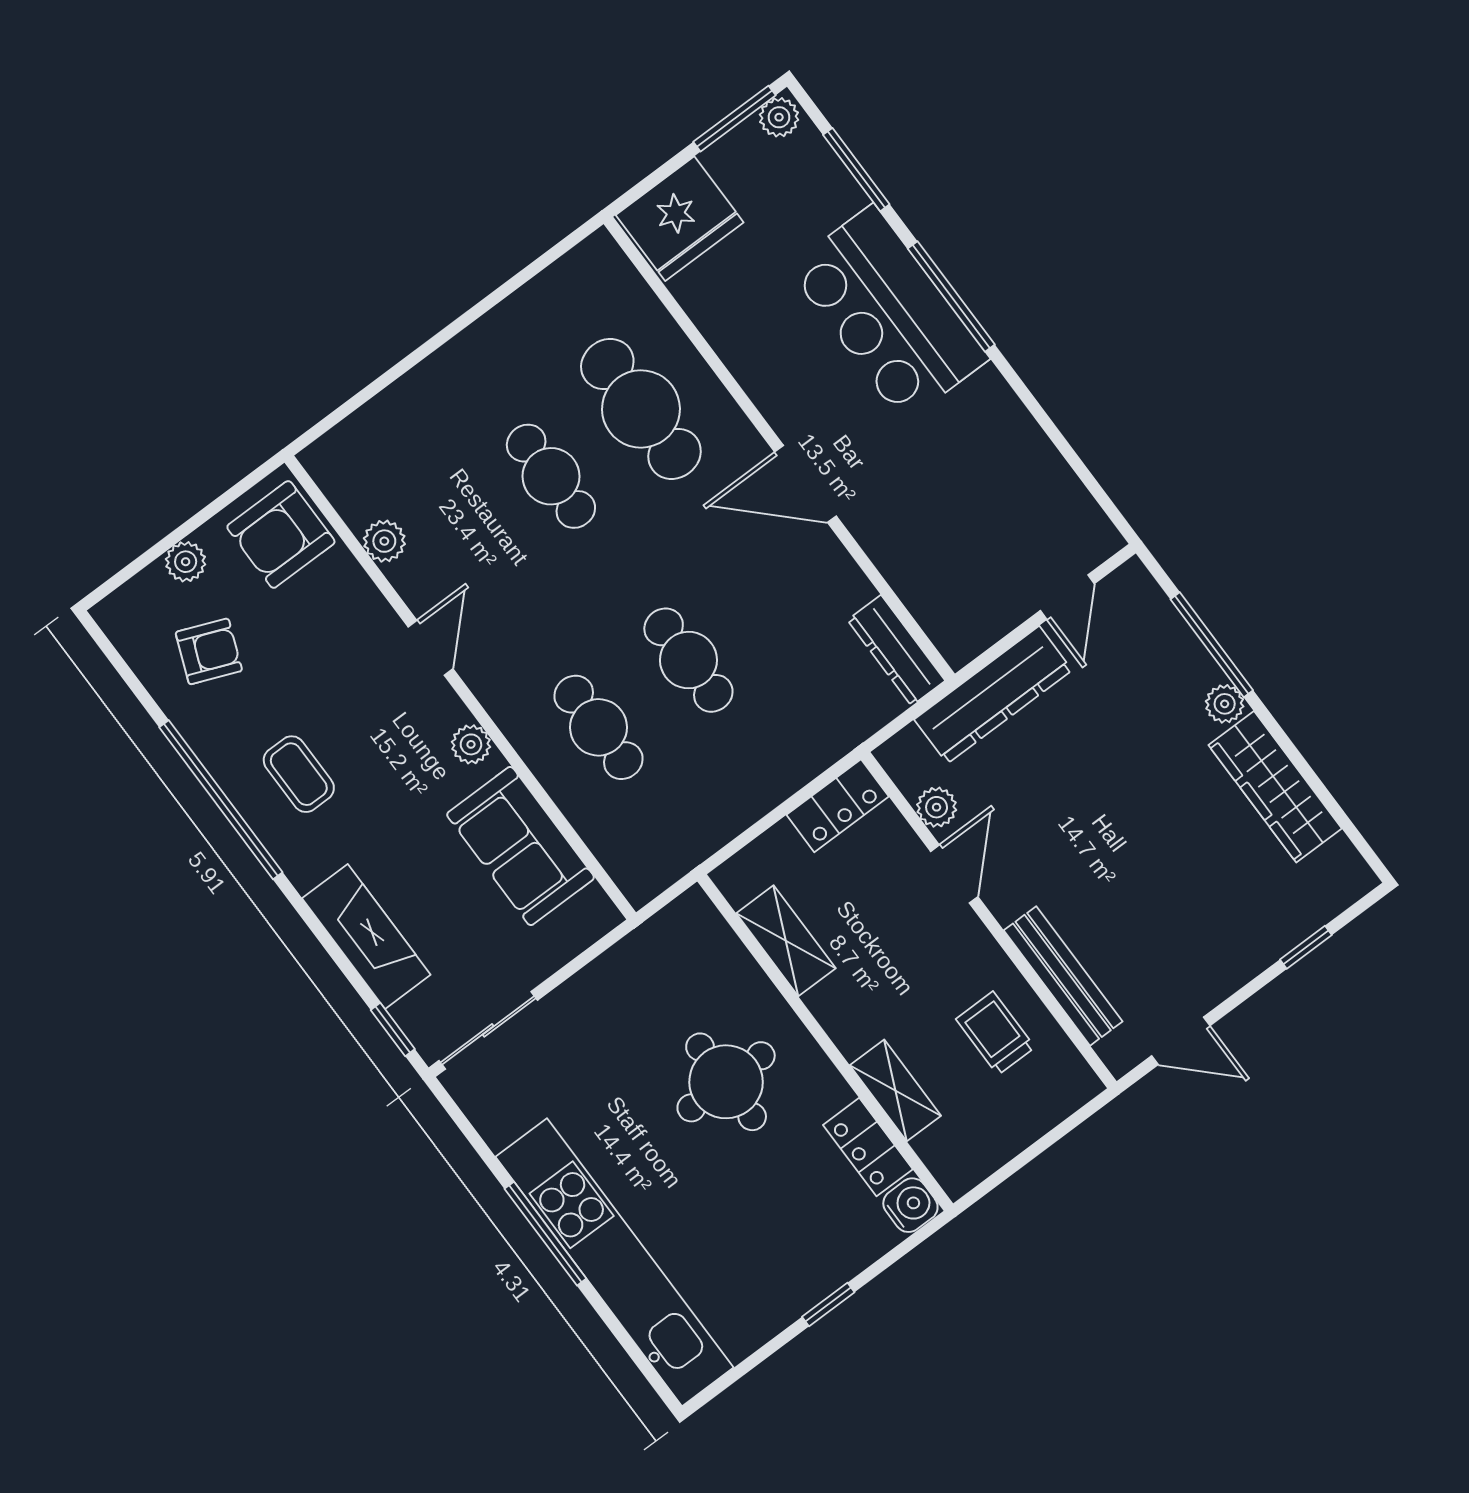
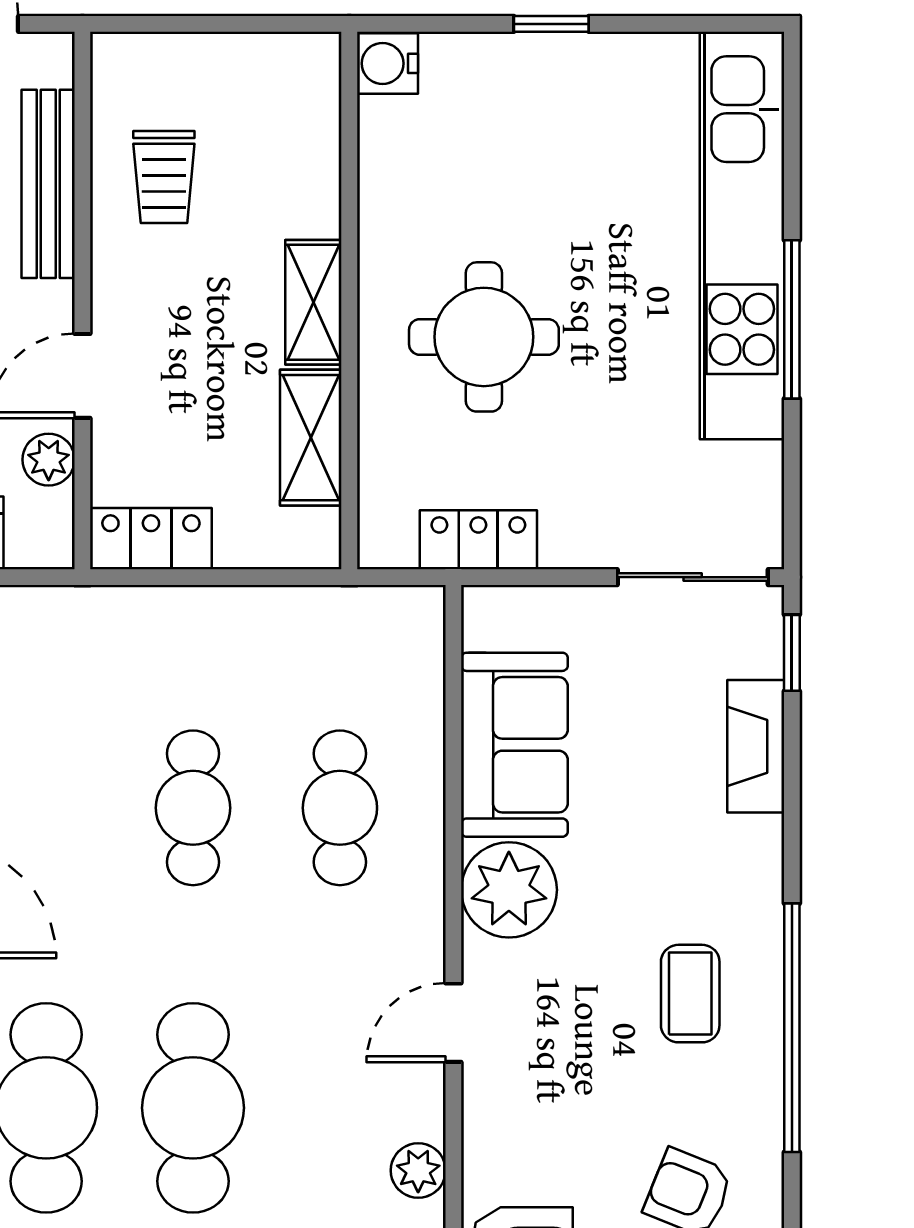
cafe table: (551, 476) -> (193, 1108), width x1.37, depth x1.35
plant: (471, 744) -> (509, 890), width x1.87, depth x1.87
fireplace: (366, 937) -> (756, 746), width x0.73, depth x0.76
shelving: (895, 1090) -> (313, 302), moved
locker: (868, 1147) -> (478, 540), moved, turned -90

